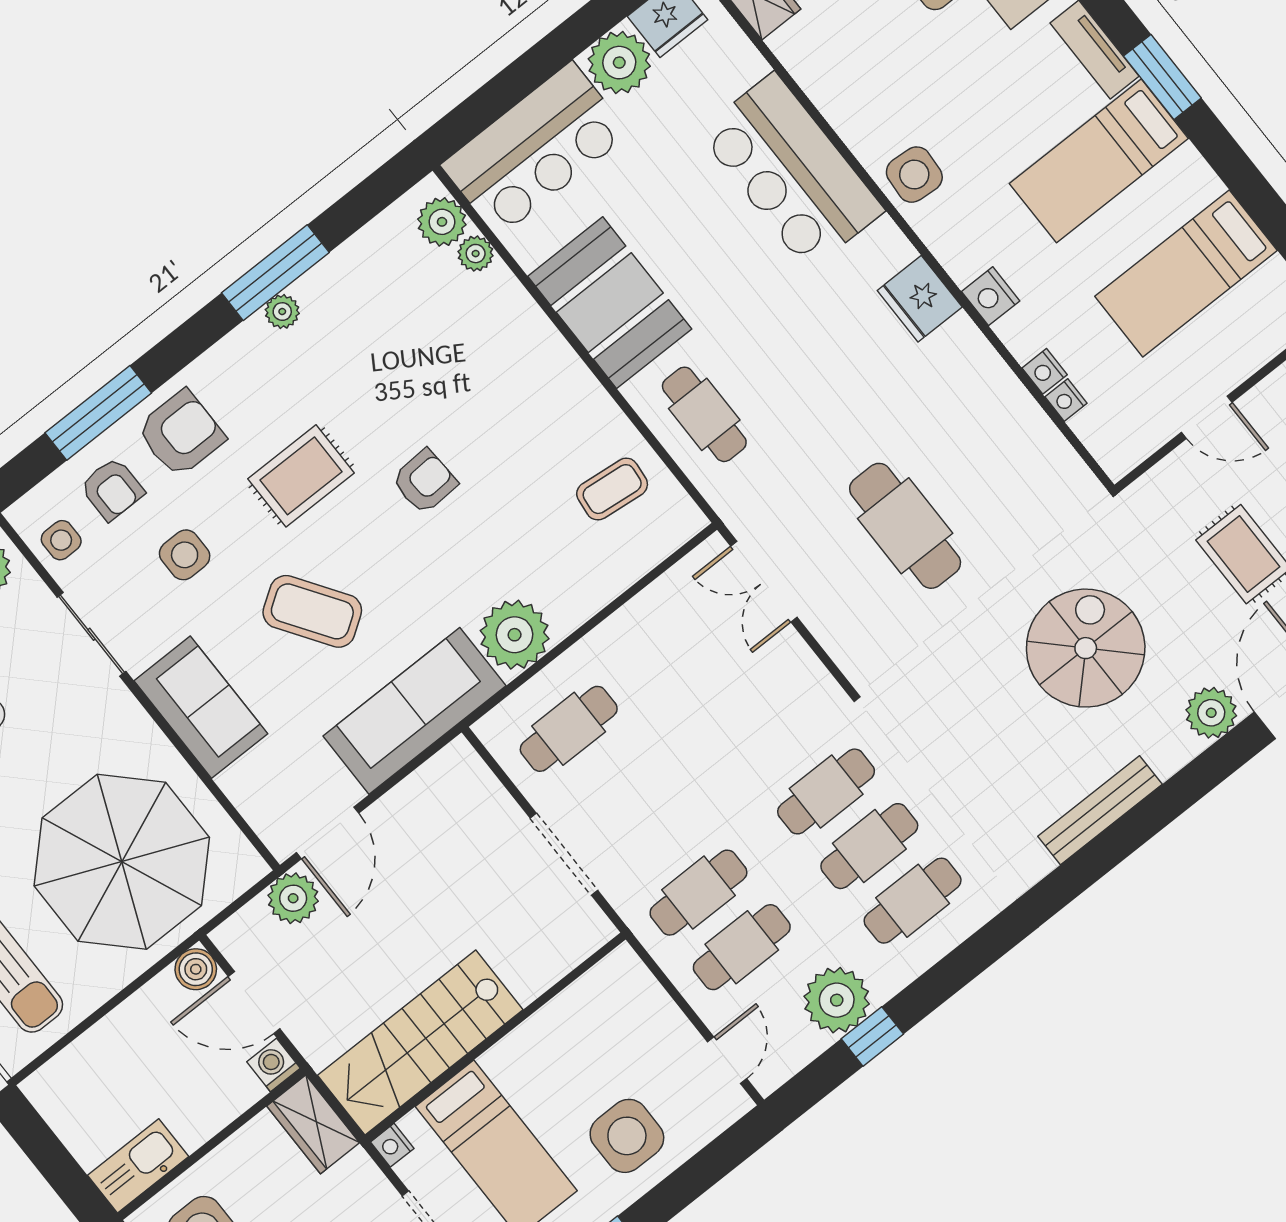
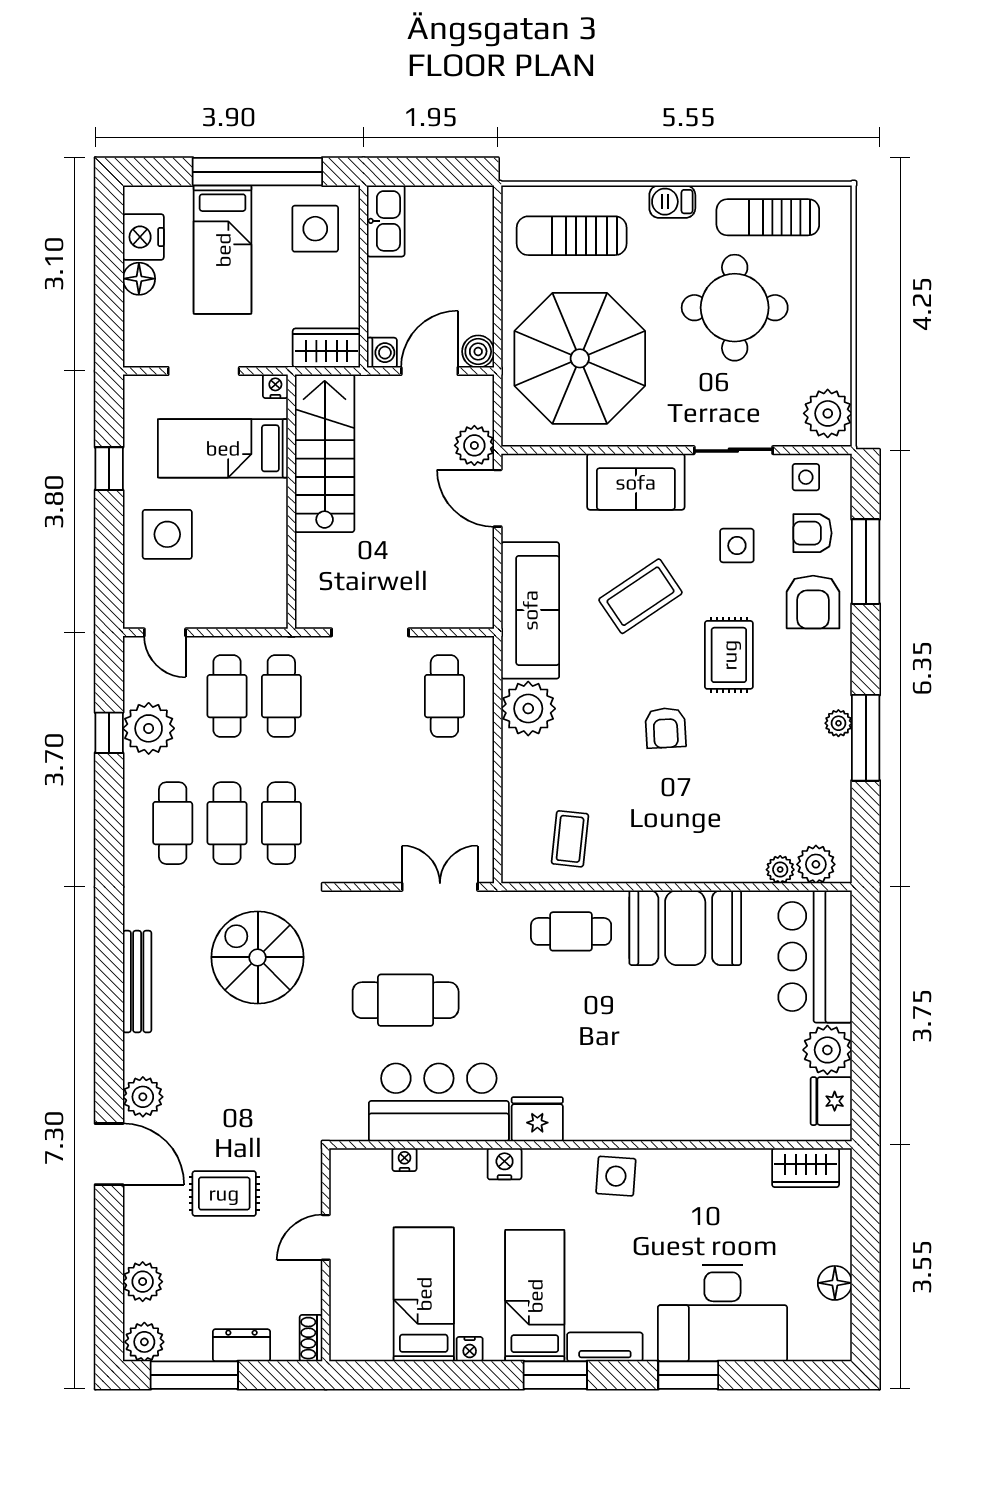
bar counter: (791, 171) -> (439, 1102), moved
nightstand: (1045, 371) -> (470, 1349), moved, turned 180
spiral stairs: (1086, 648) -> (258, 957), moved, turned 180

